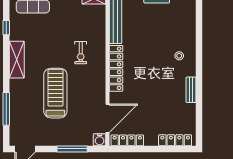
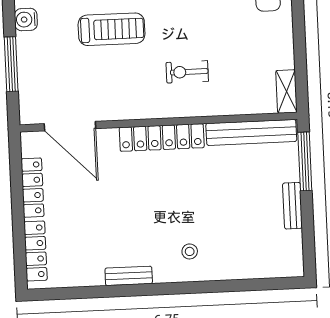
treadmill: (55, 93) -> (111, 29), width x0.73, depth x0.73
water cooler: (100, 140) -> (26, 19), moved
locker: (127, 140) -> (33, 188), moved

